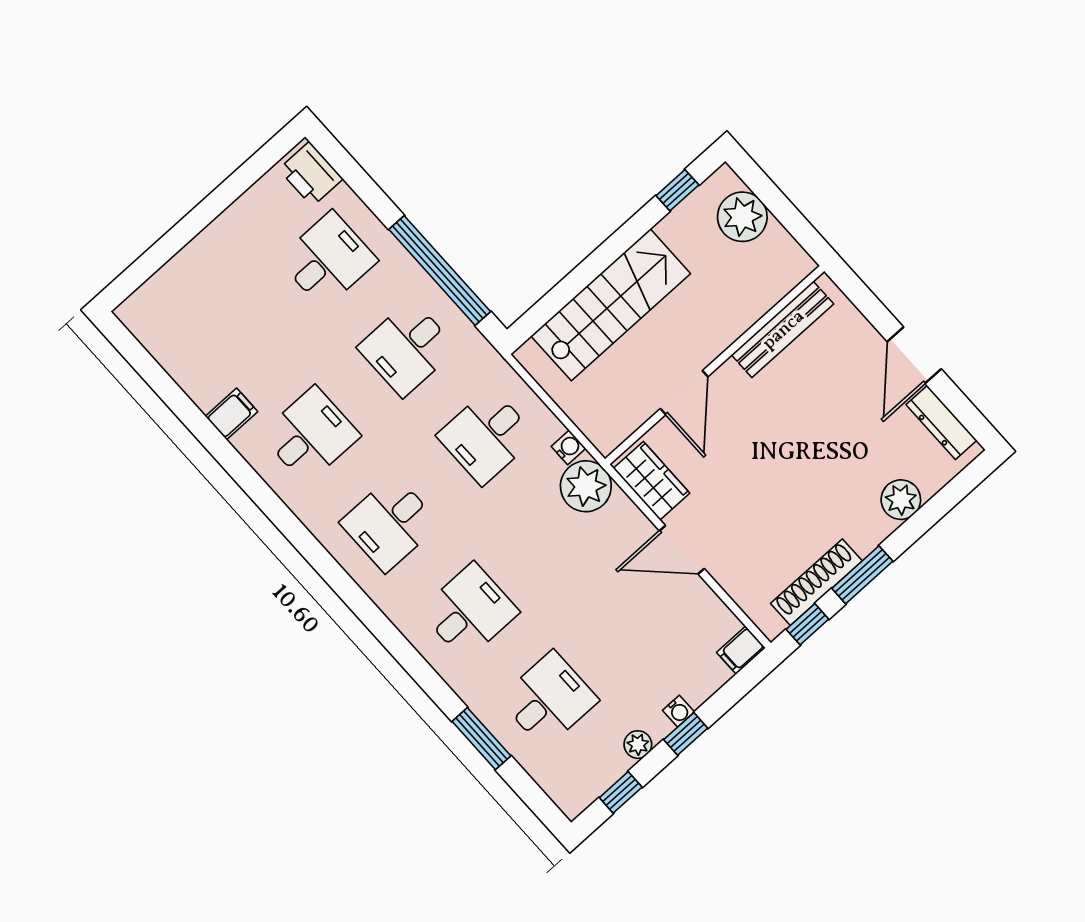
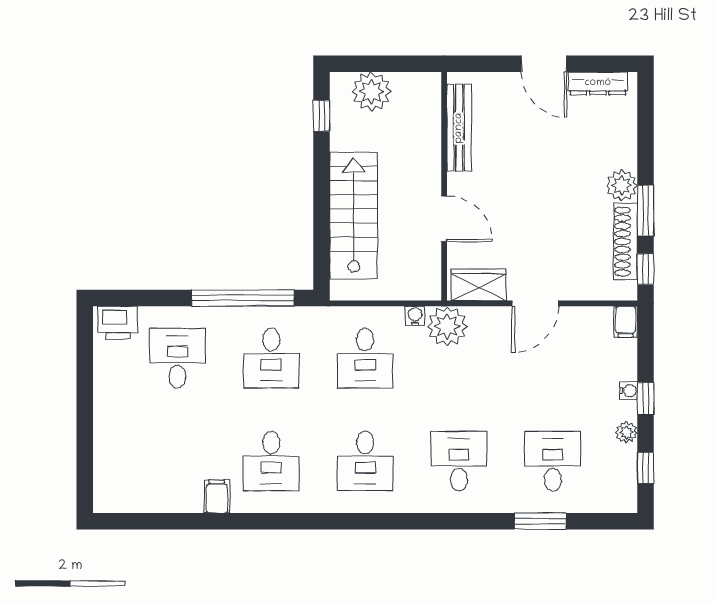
desk: (310, 435) -> (271, 461), turned 180
plant: (901, 500) -> (622, 185), moved

